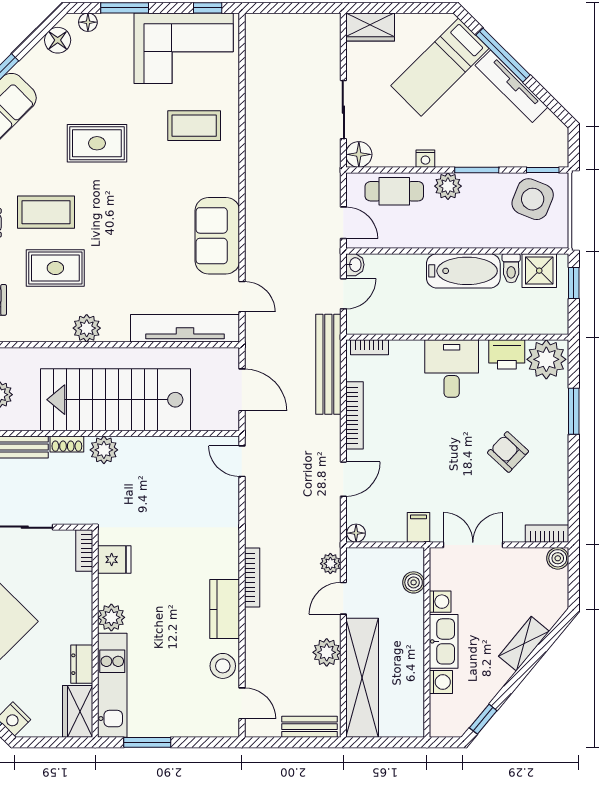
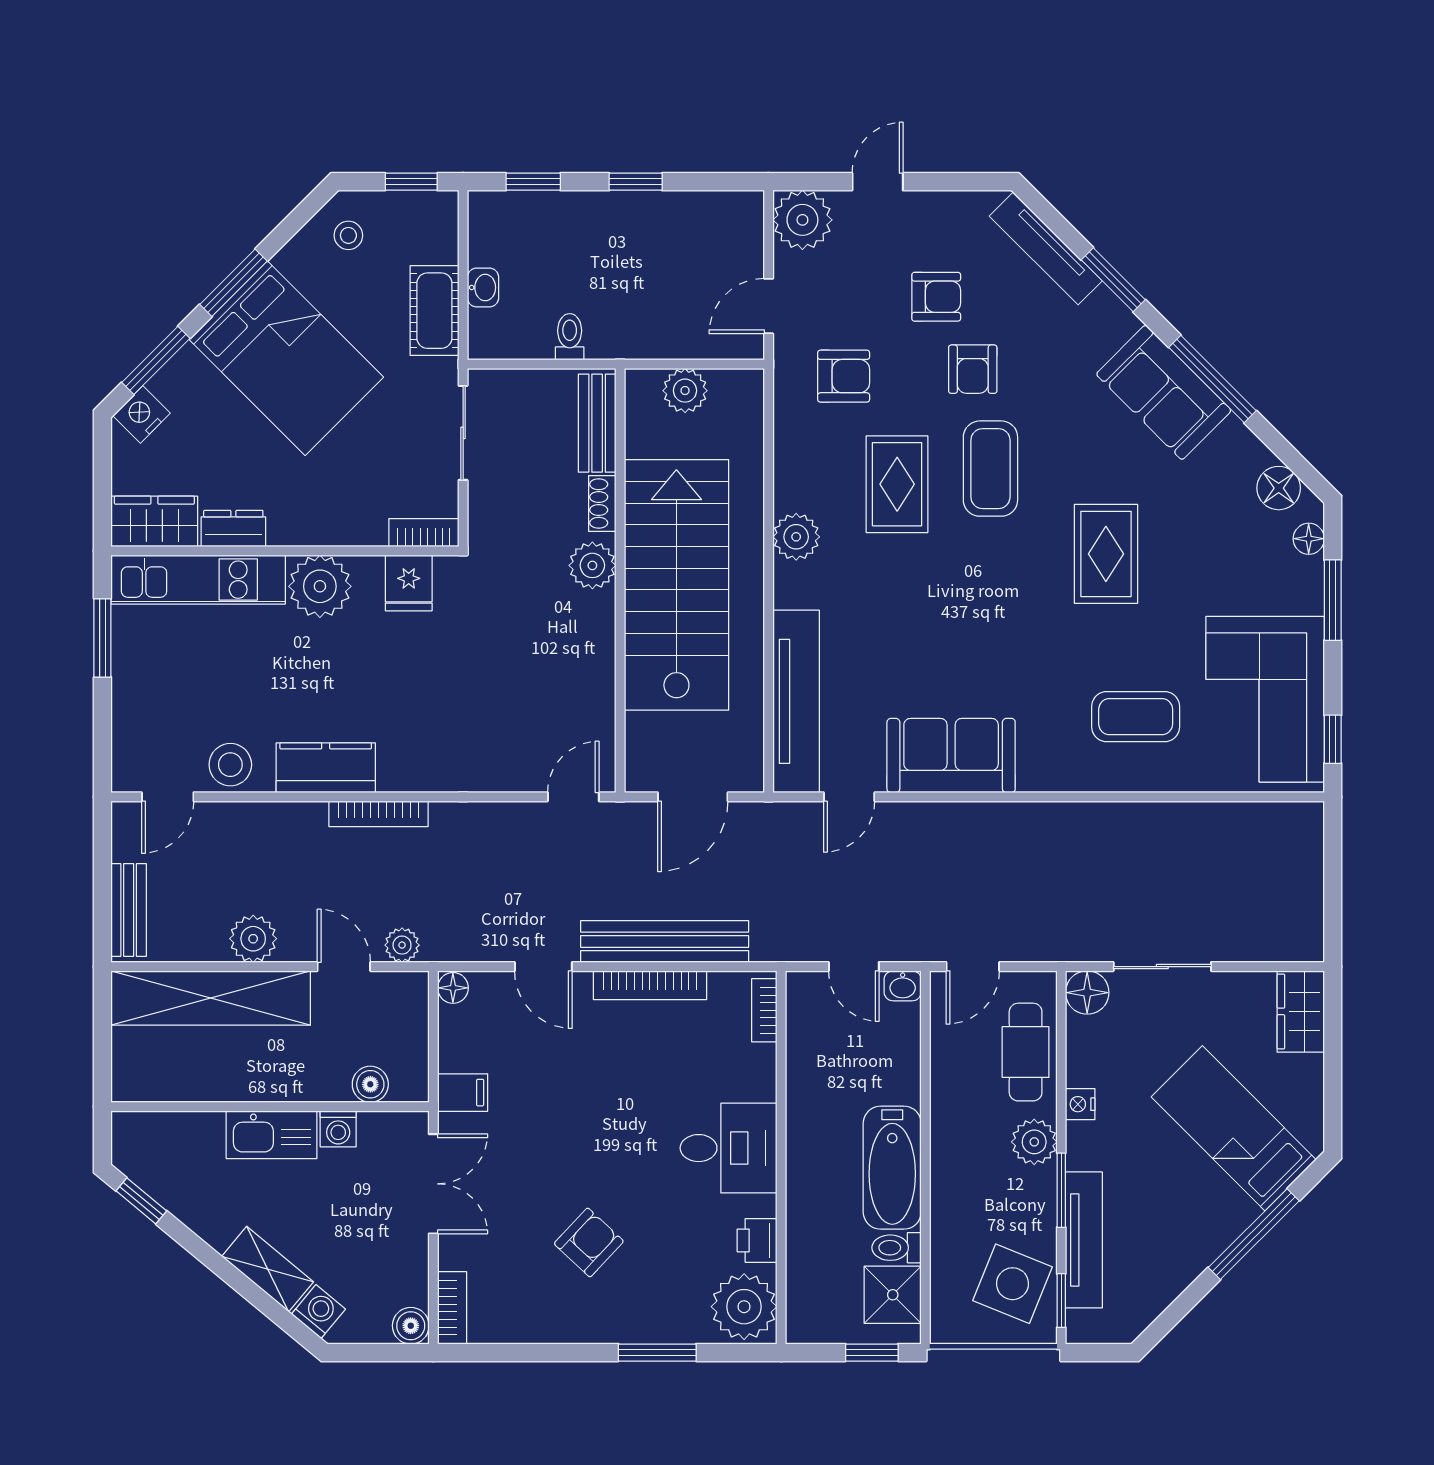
tv unit: (511, 86) -> (1084, 1240), moved, turned 135
coffee table: (194, 126) -> (1136, 717), turned 90
printer: (507, 354) -> (757, 1240), width x0.73, depth x0.81
bench: (328, 364) -> (665, 941), moved
plant: (111, 617) -> (320, 586), width x1.36, depth x1.36
washing machine: (441, 682) -> (318, 1312), moved, turned -140

